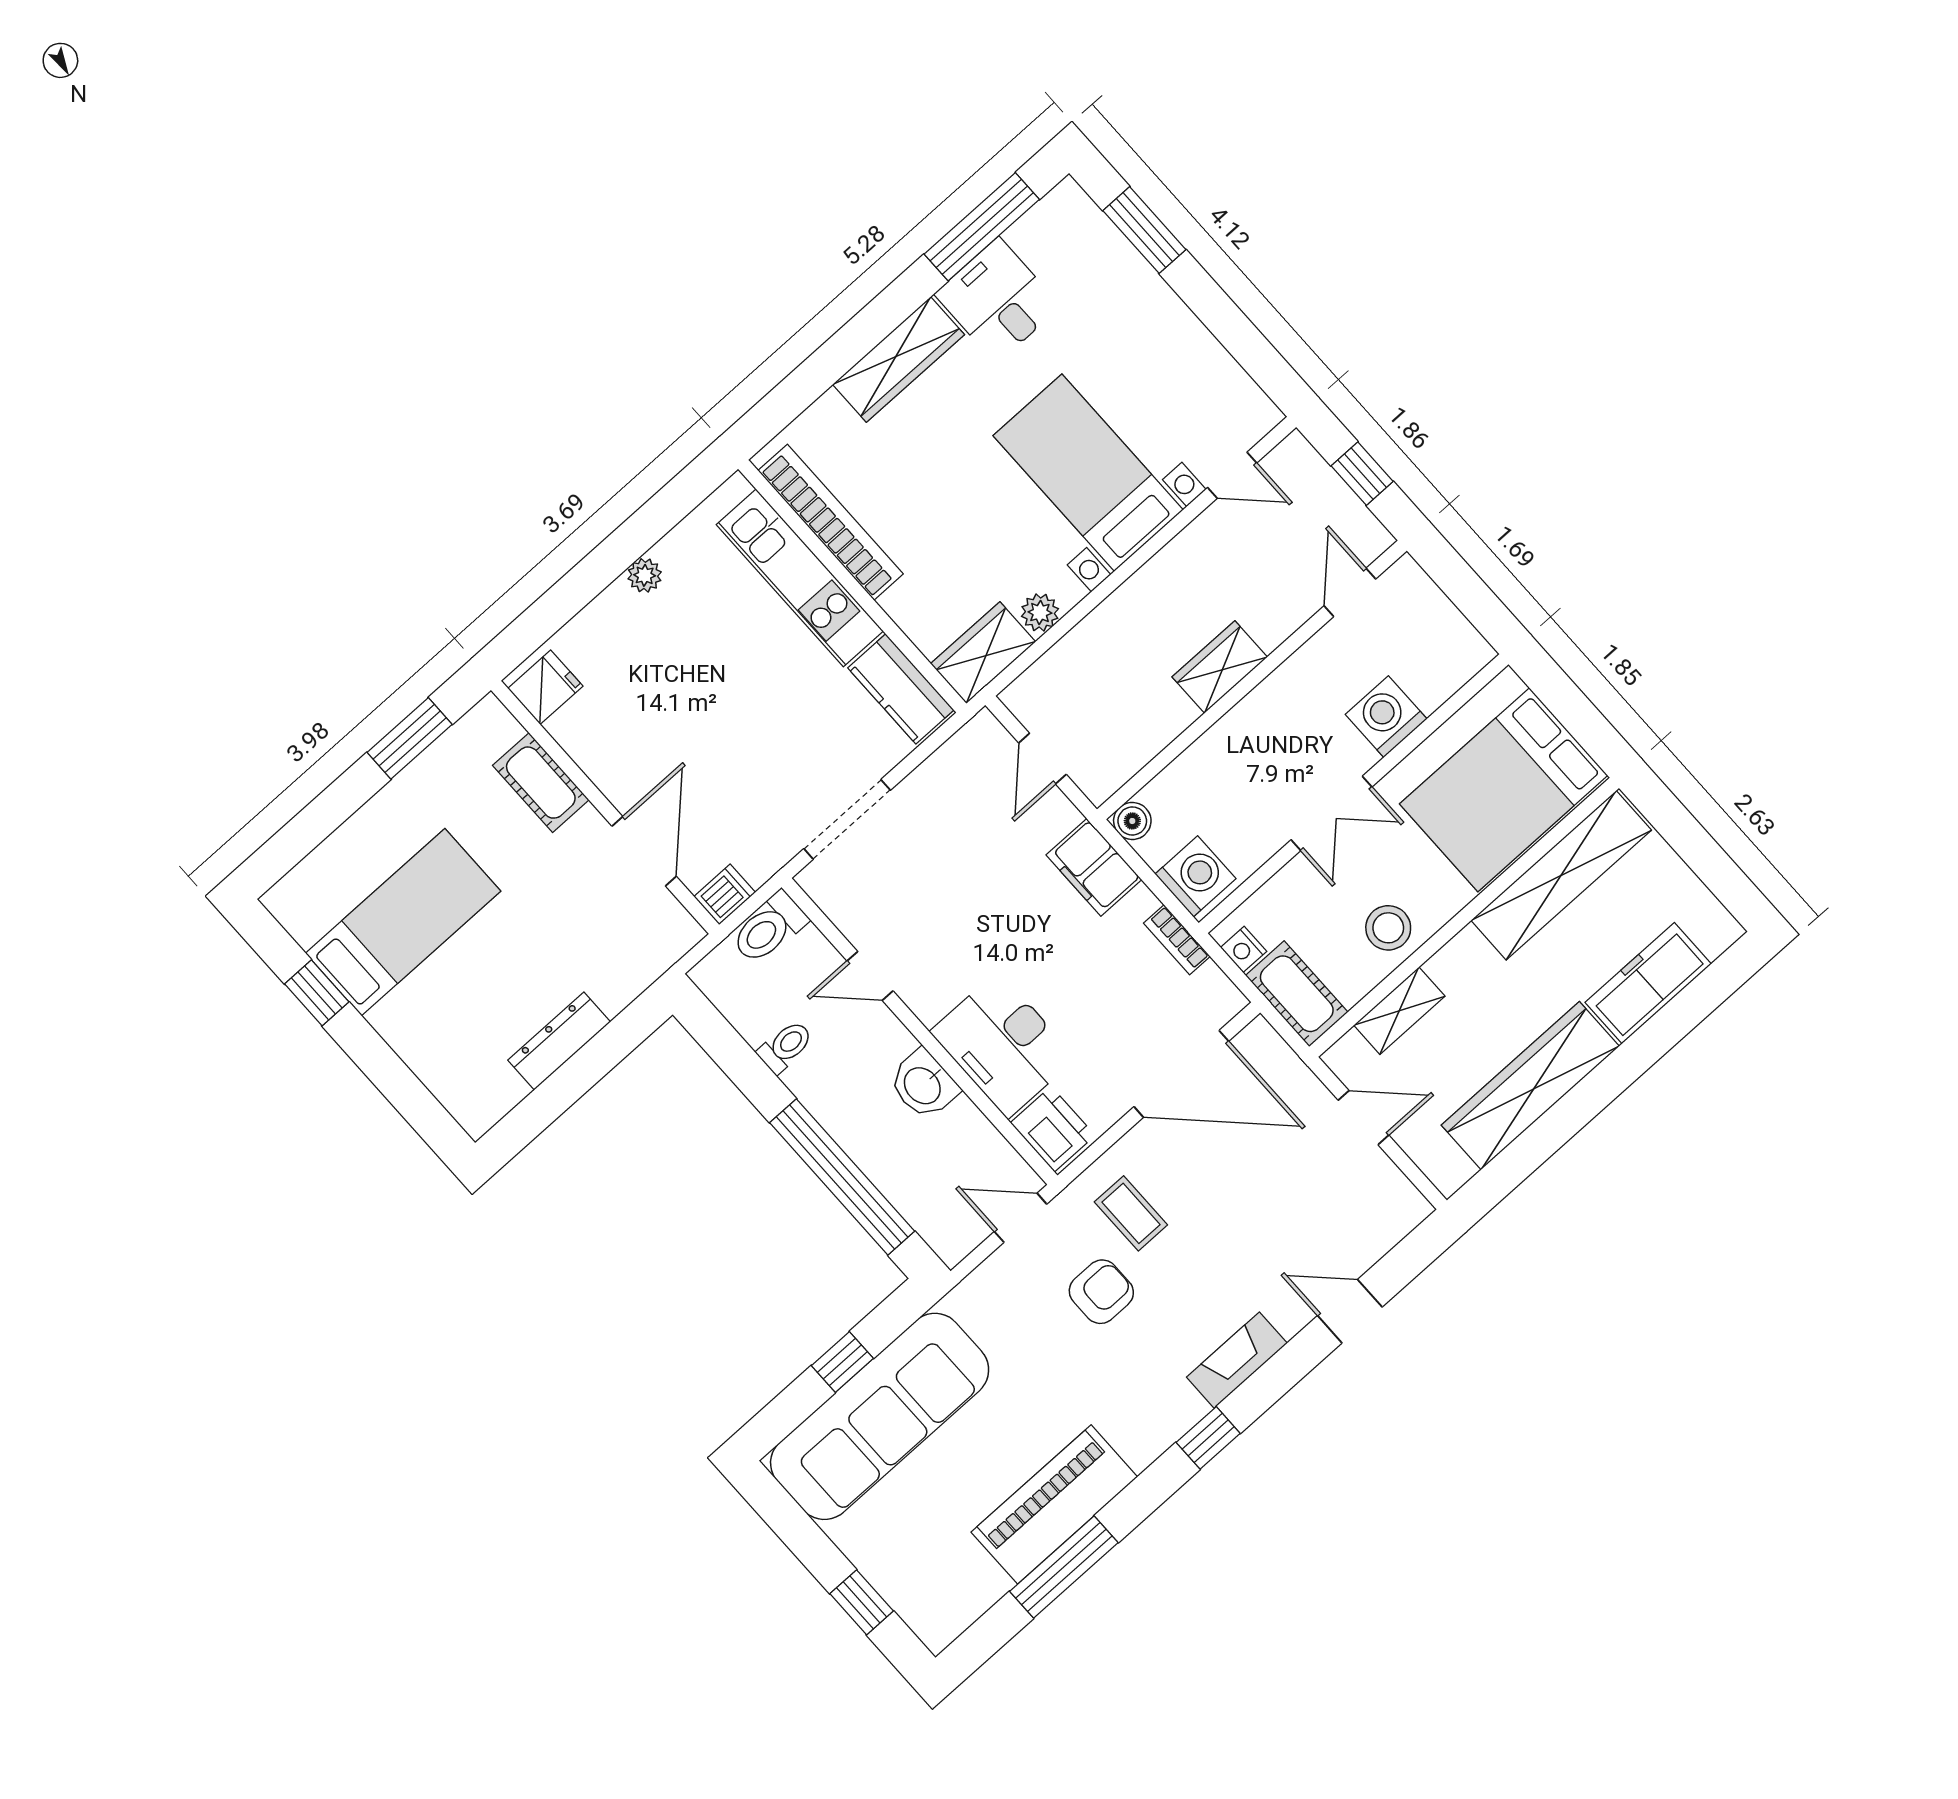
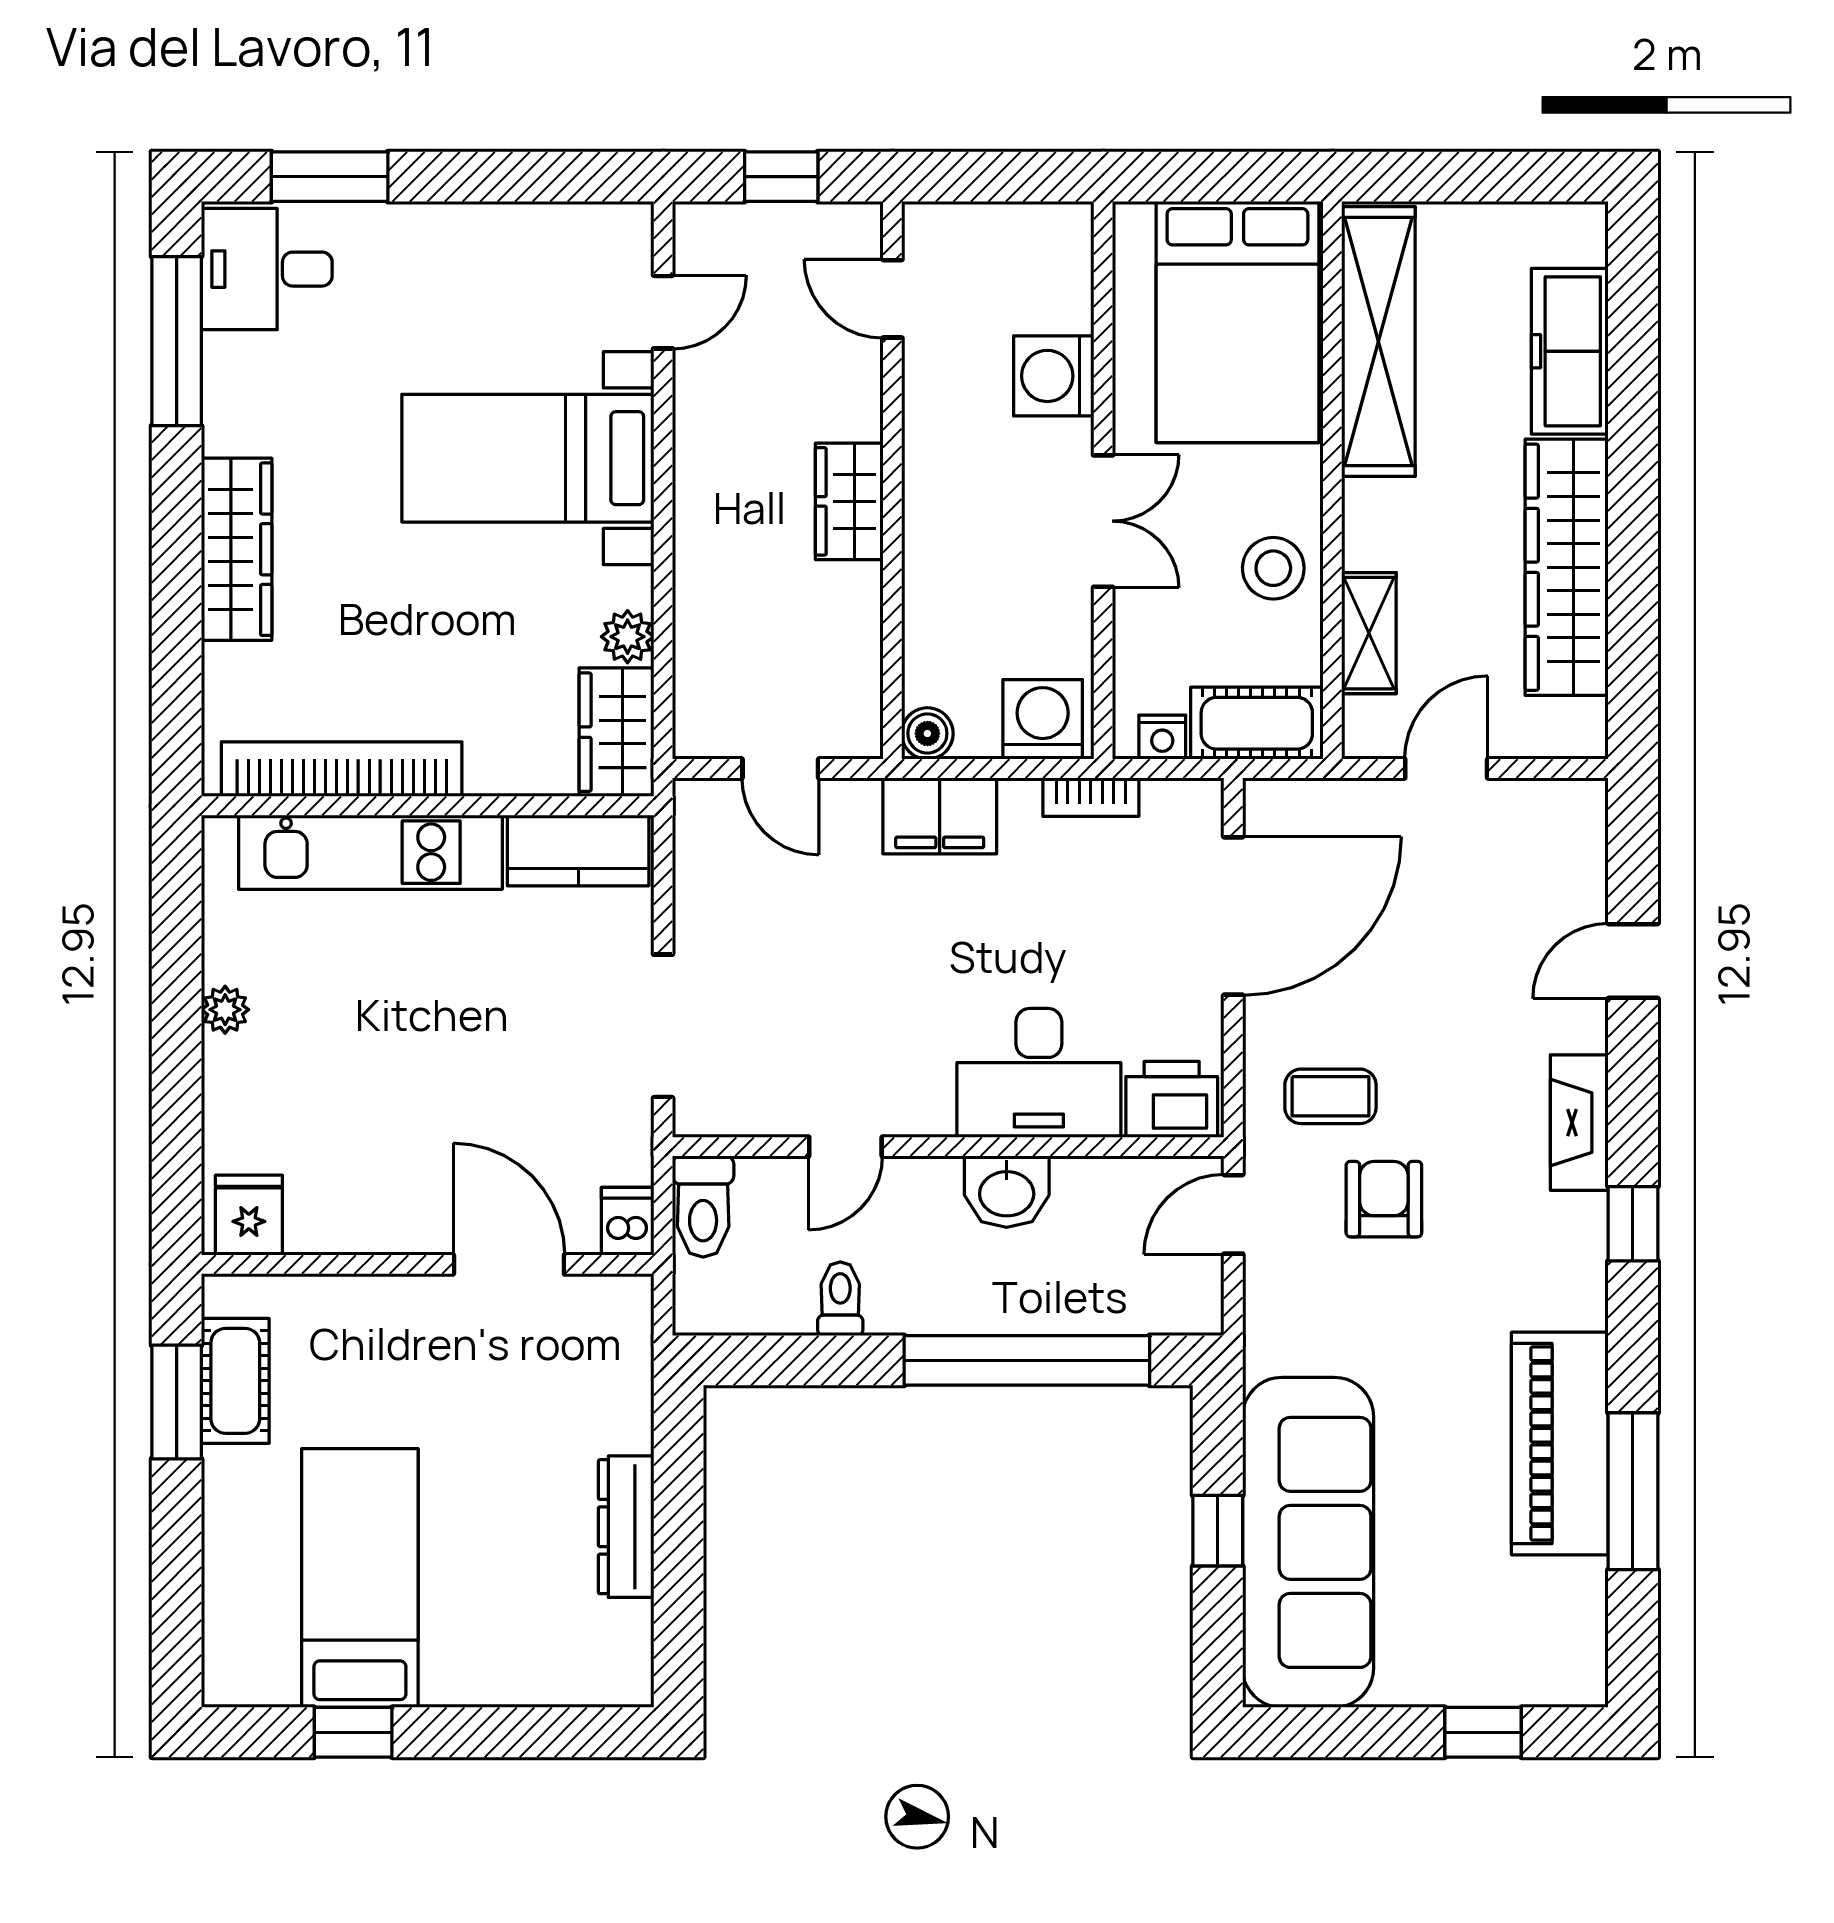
desk: (998, 300) -> (267, 269), moved
cot: (541, 783) -> (235, 1381), moved, turned 90

